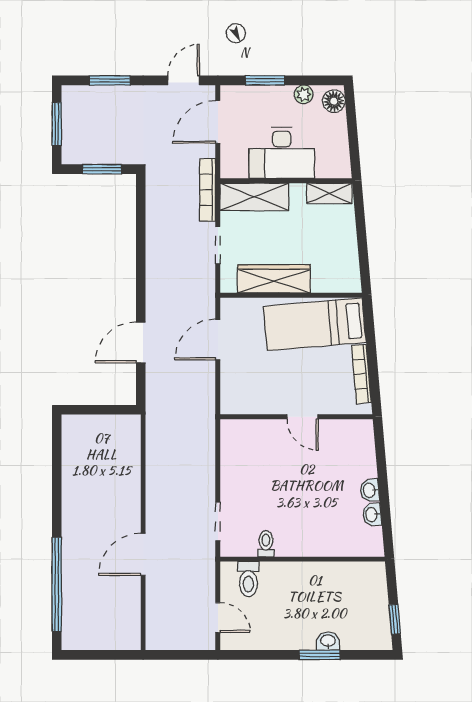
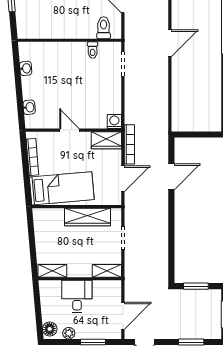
desk: (282, 153) -> (77, 296), width x0.73
bookcase: (208, 190) -> (129, 144), moved
shelving: (255, 197) -> (107, 271), width x0.67, depth x0.75
wardrobe: (244, 401) -> (106, 140), added
washing machine: (231, 430) -> (114, 122), added
washbasin: (370, 490) -> (29, 107), moved

